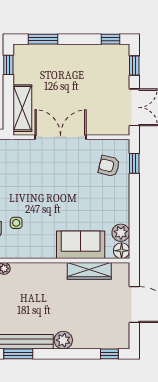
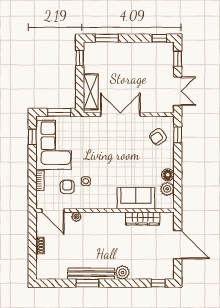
armchair: (109, 166) -> (158, 137), turned -49
floor lamp: (122, 251) -> (168, 175), moved

